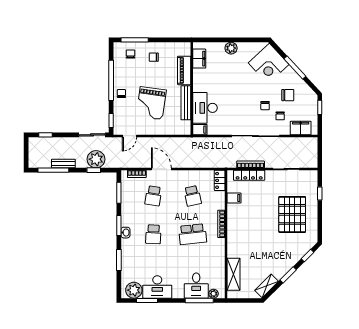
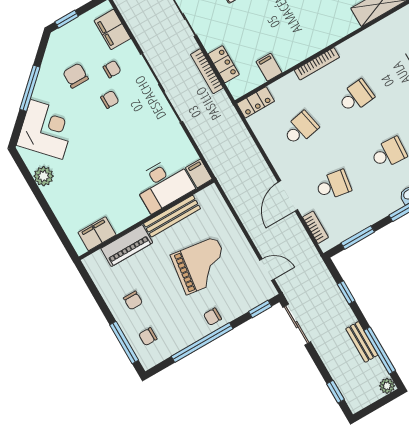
plant: (231, 48) -> (44, 176), moved
plant: (96, 159) -> (387, 386), moved, width x0.53, depth x0.53
locker: (249, 175) -> (224, 64), width x0.66
school desk: (193, 234) -> (356, 97), width x0.54

